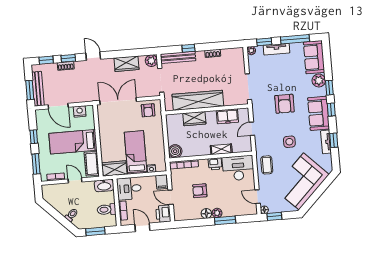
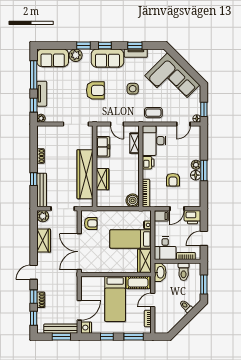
nightstand: (80, 111) -> (86, 328), moved
shelving: (221, 149) -> (134, 143), moved
window: (225, 220) -> (204, 171), moved

